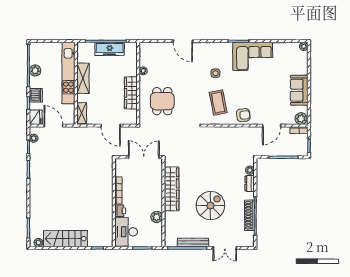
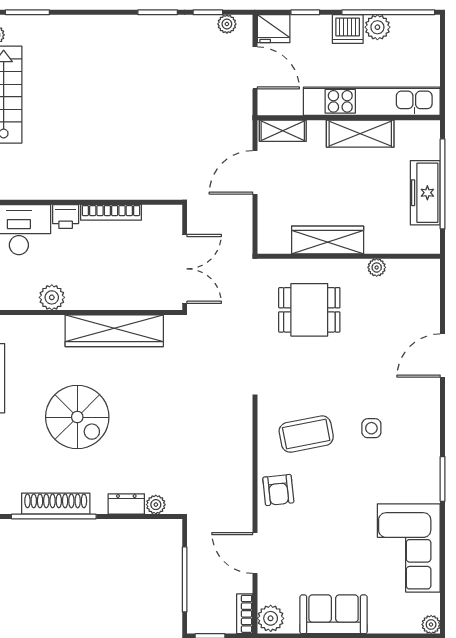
corner sofa: (253, 56) -> (409, 548), moved
dishwasher: (36, 95) -> (348, 29), moved
door: (53, 126) -> (255, 68), hinge flipped
door: (111, 126) -> (255, 172), moved

